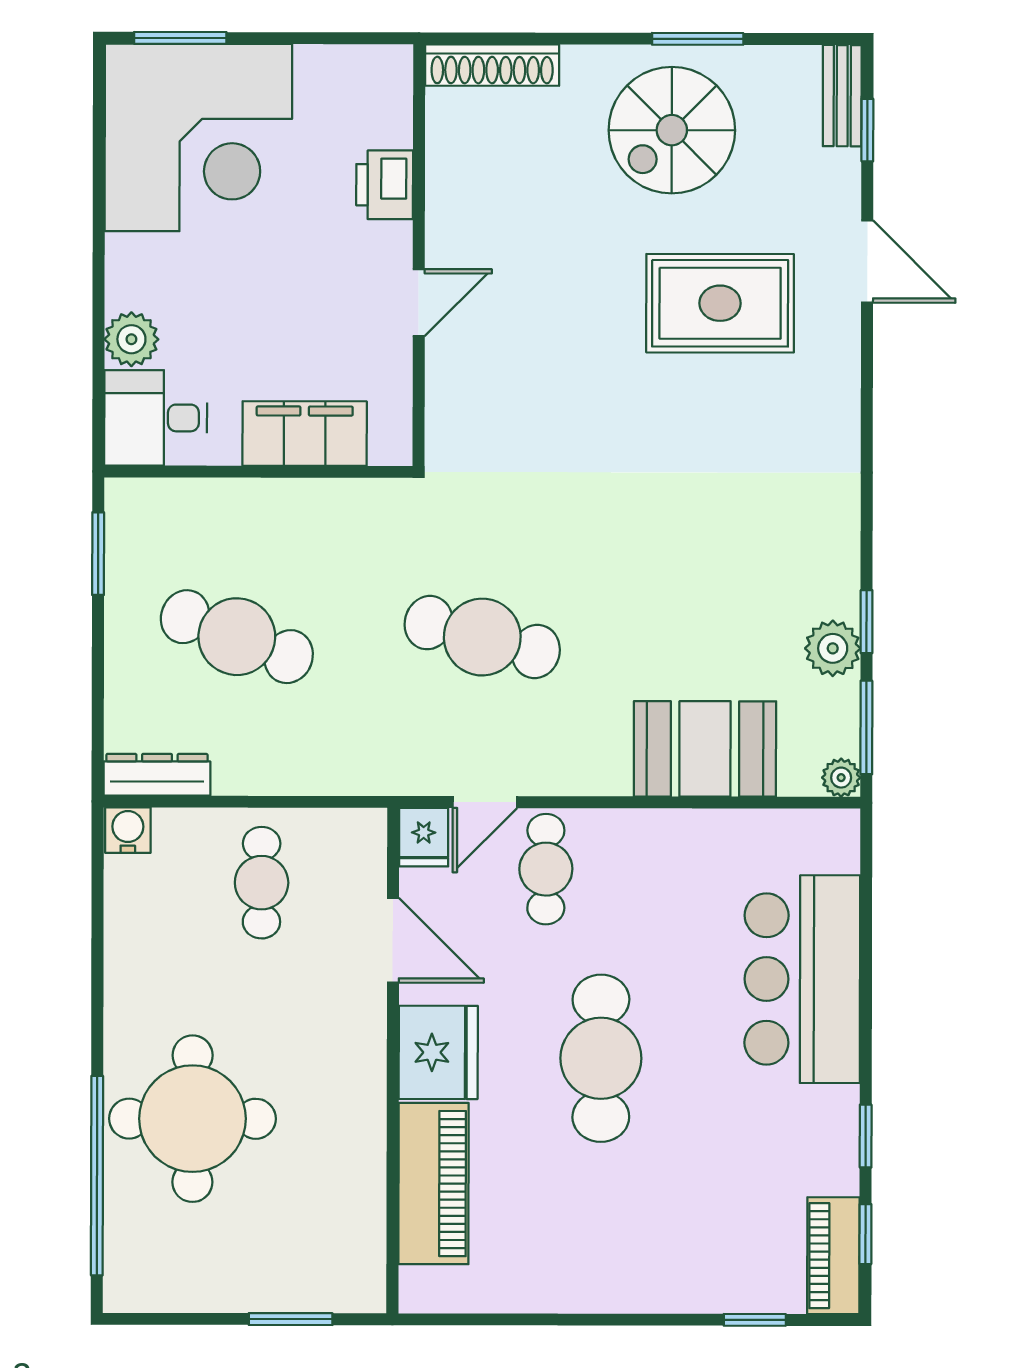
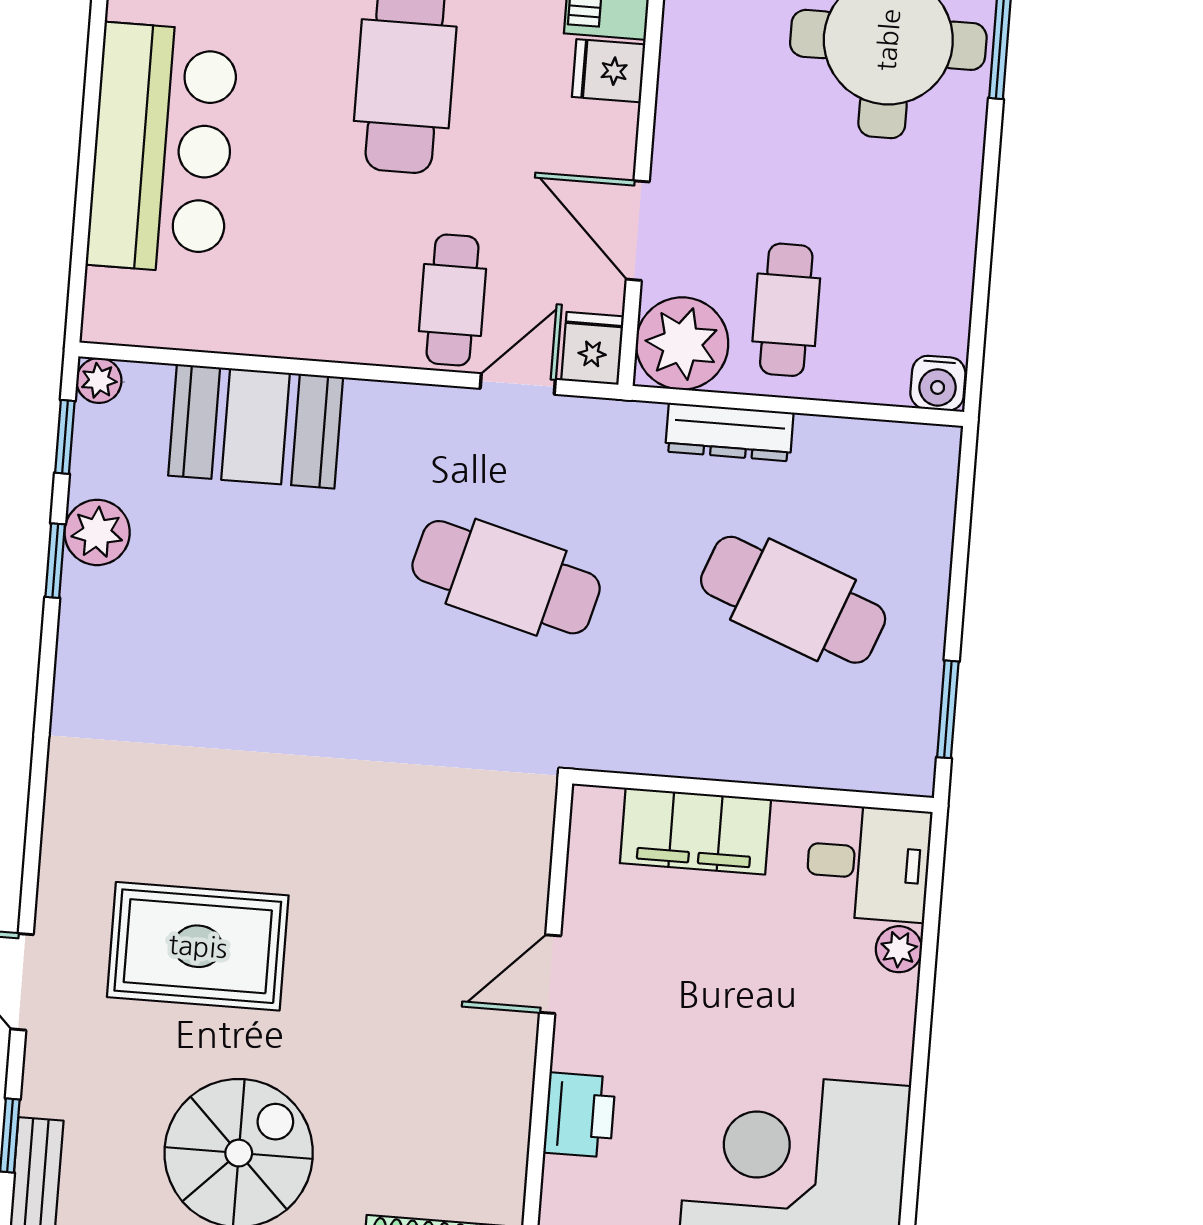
plant: (131, 339) -> (899, 949), width x0.73, depth x0.73
window: (866, 727) -> (65, 437), width x0.67
dresser: (157, 775) -> (729, 432), moved
plant: (348, 847) -> (682, 344), added
fridge: (438, 1052) -> (609, 71), width x0.53, depth x0.75

